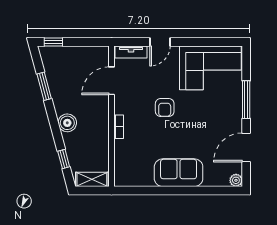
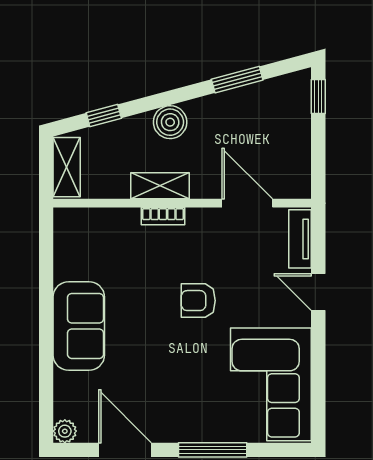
shelving: (102, 128) -> (160, 186), added

